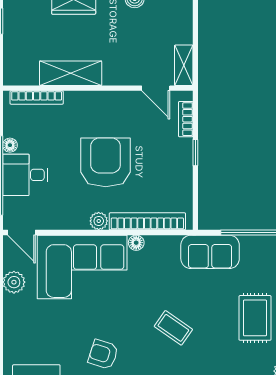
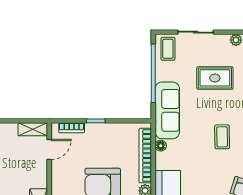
floor lamp: (136, 243) -> (161, 146), moved
sofa: (210, 252) -> (167, 110), width x1.36
coffee table: (173, 328) -> (222, 137), turned -36

